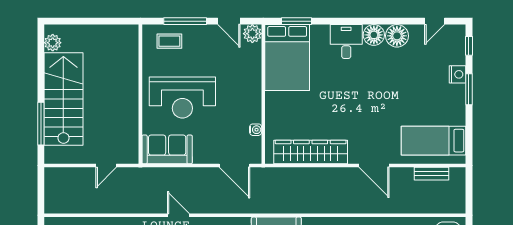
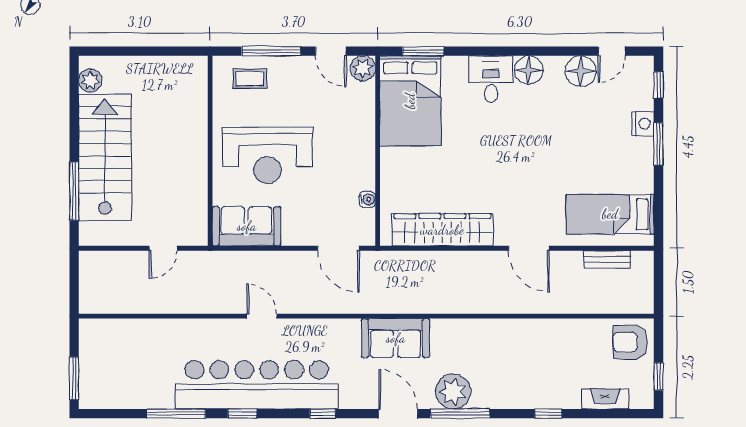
floor lamp: (397, 36) -> (581, 71), moved

